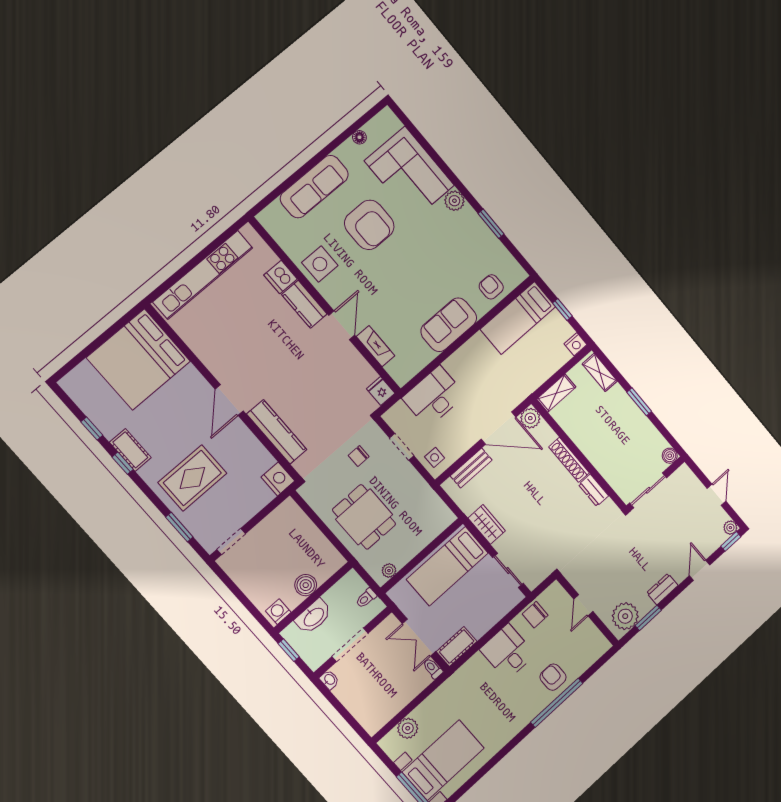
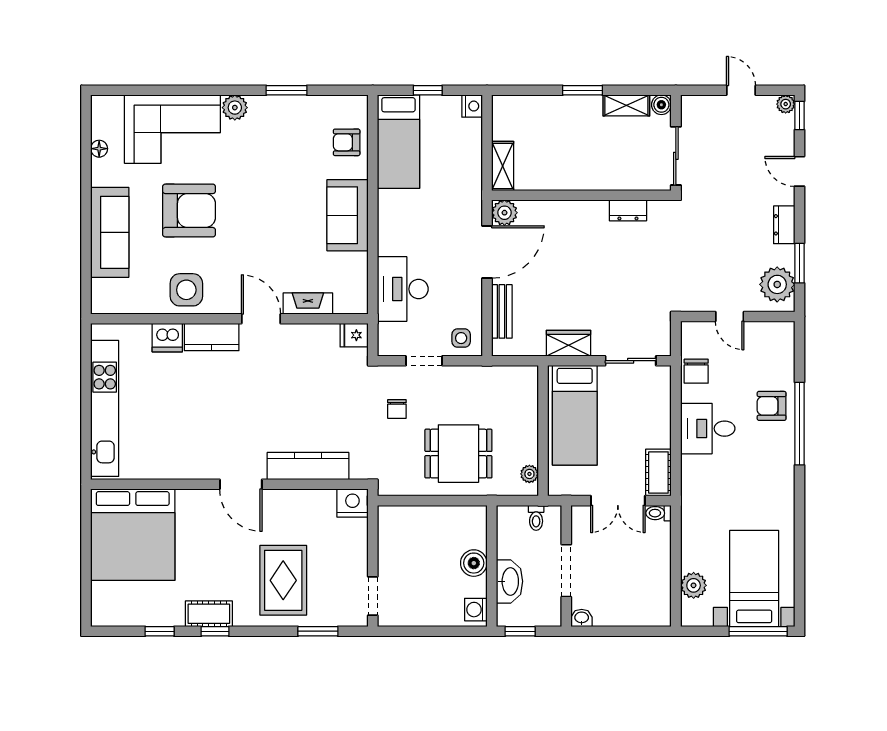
shelving: (600, 372) -> (626, 105), moved
shoe rack: (569, 460) -> (578, 209), removed

